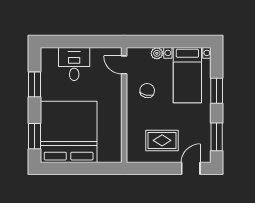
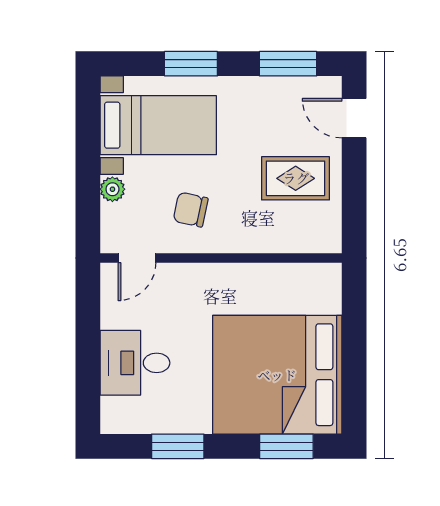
rug: (162, 140) -> (296, 178), turned 90

